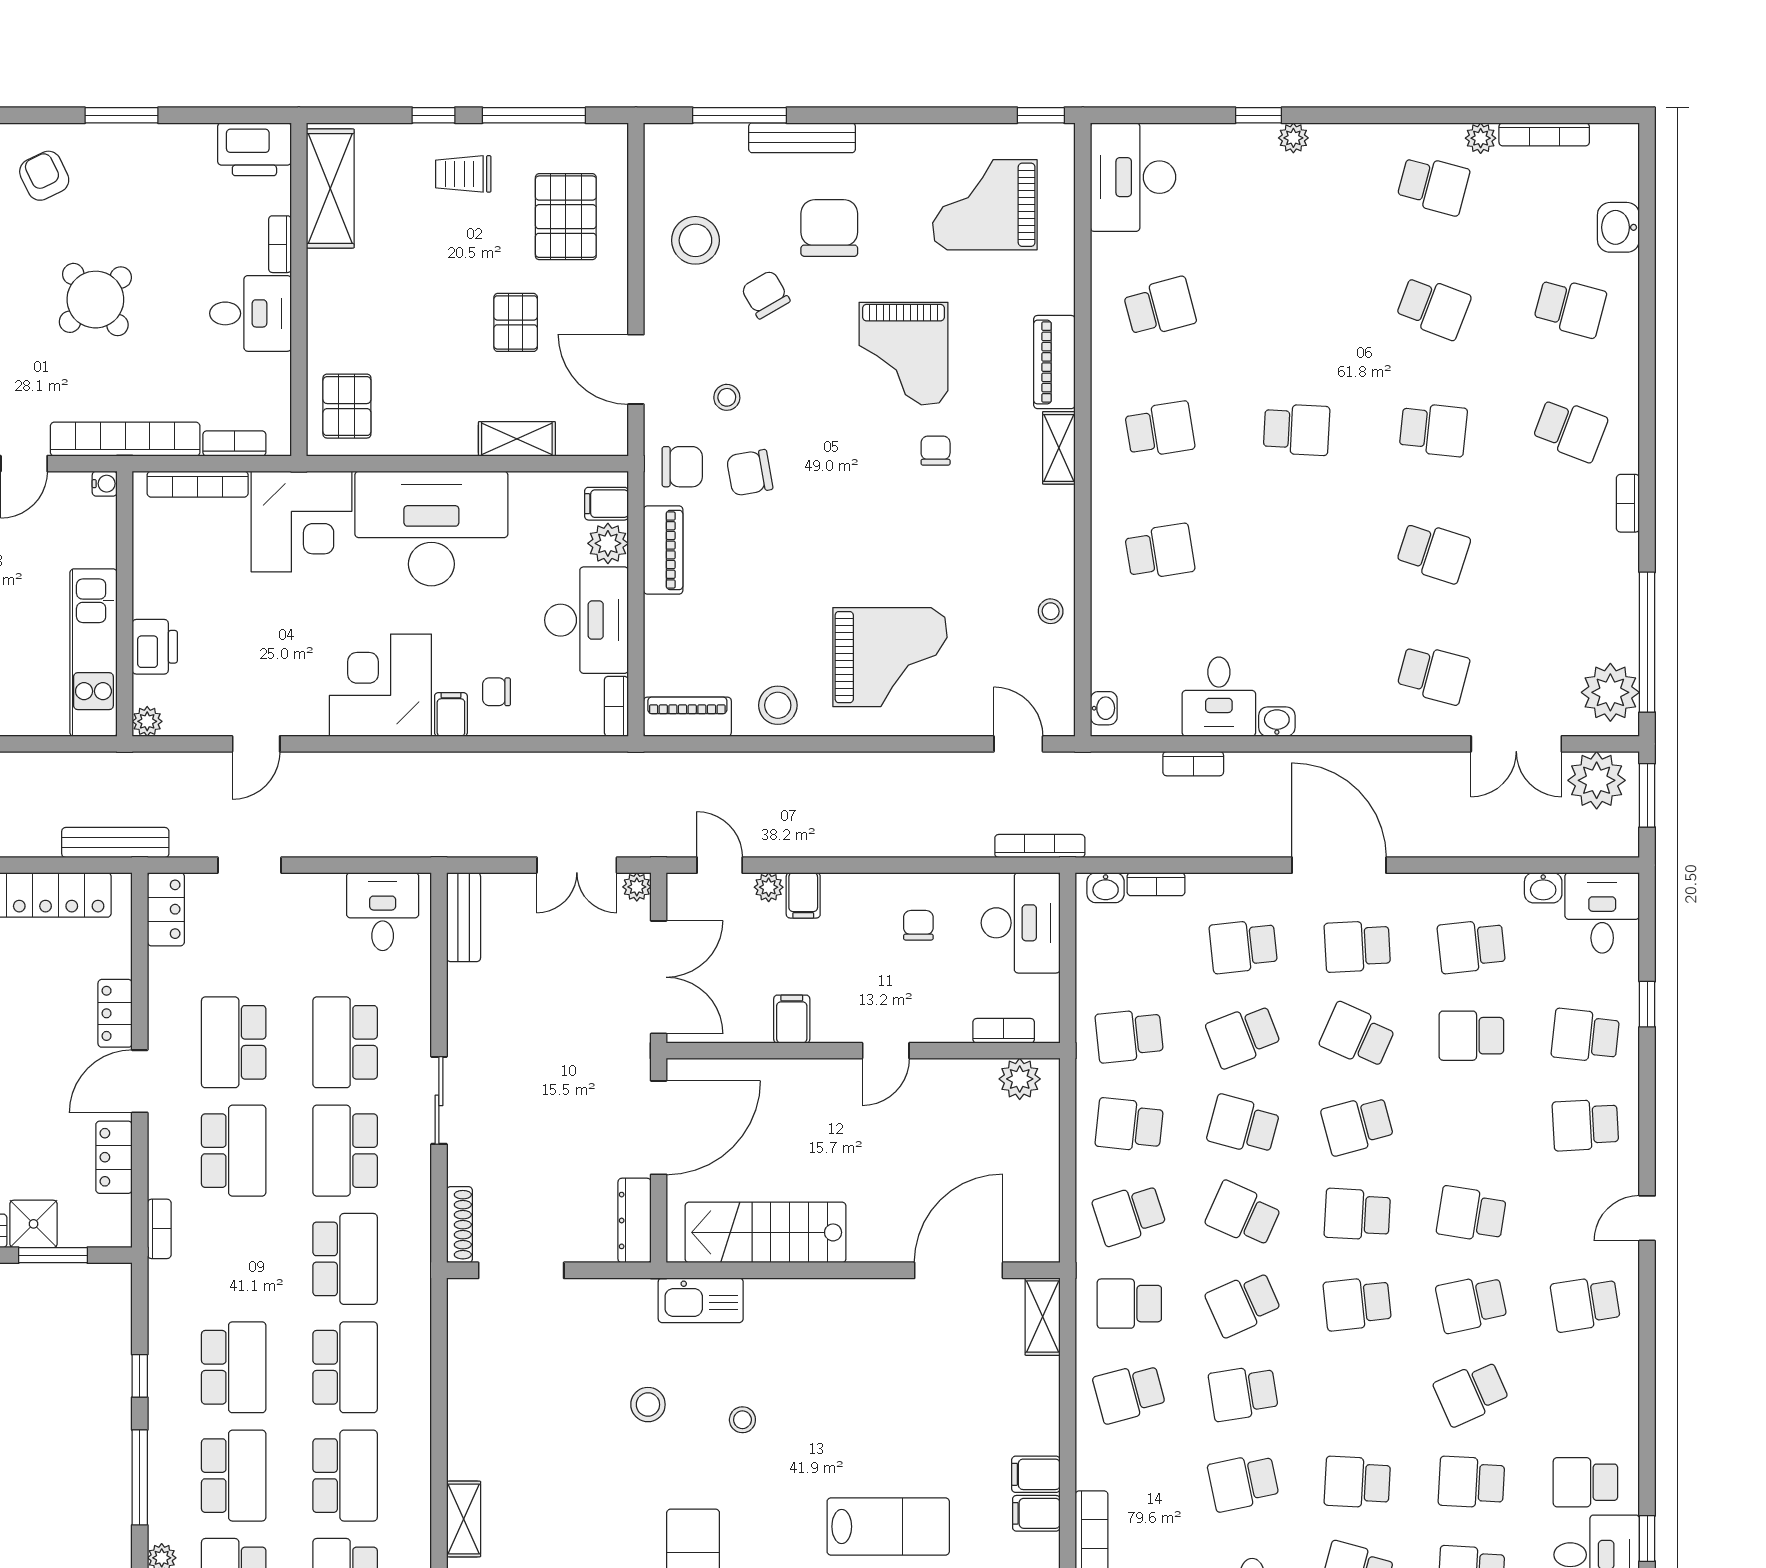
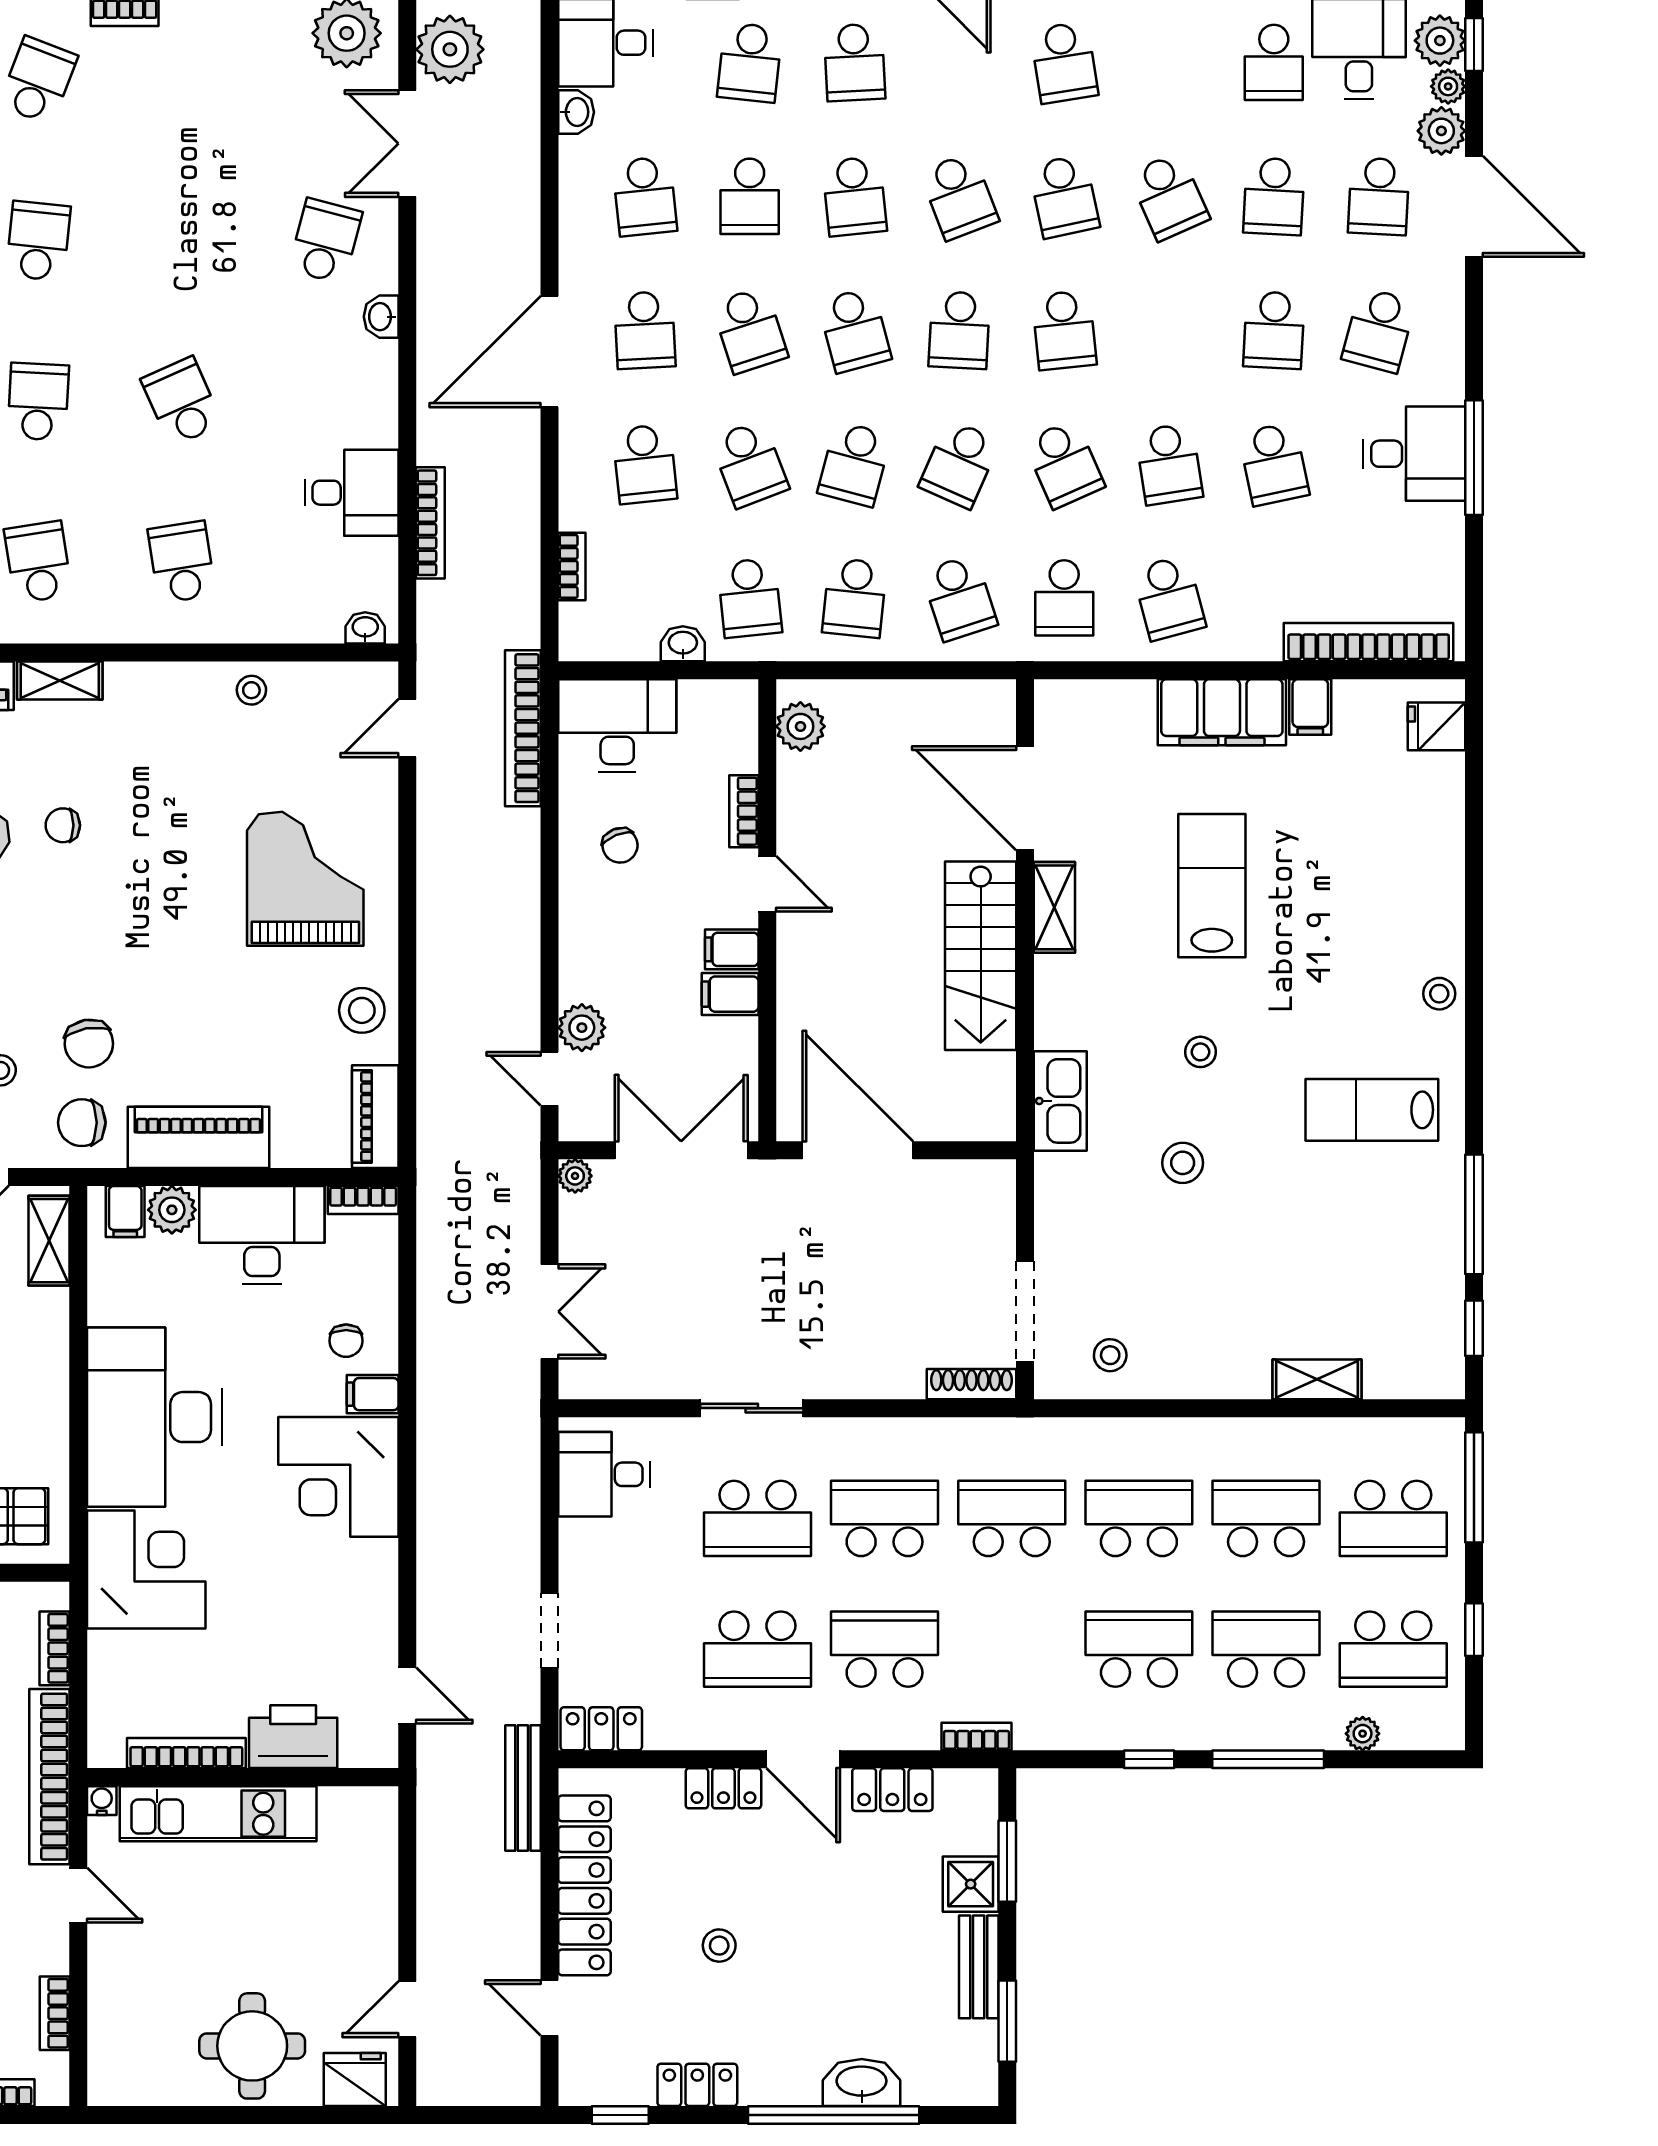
shelving: (517, 439) -> (49, 1241), moved
chair: (682, 467) -> (82, 1123), turned -90
bookcase: (198, 484) -> (186, 1753), moved, turned -90
piano: (663, 550) -> (198, 1137), width x1.37, depth x1.33
school desk: (1433, 552) -> (182, 402), moved, turned -42
printer: (155, 647) -> (293, 1737), width x1.37, depth x1.19
kitchen unit: (93, 653) -> (218, 1814), moved
plant: (147, 721) -> (381, 1751), removed
washbasin: (1277, 722) -> (381, 317), moved
door: (256, 744) -> (407, 1696), moved
double door: (1516, 744) -> (407, 144), swing flipped
bookcase: (1193, 764) -> (430, 523), width x1.56
bookcase: (1040, 846) -> (523, 728), width x1.48, depth x1.31
double door: (577, 865) -> (549, 1312), moved
door: (720, 865) -> (549, 1079), hinge flipped
plant: (769, 887) -> (582, 1028), width x1.38, depth x1.38
washbasin: (1106, 888) -> (683, 644), moved, turned -90
filing cabinet: (803, 895) -> (732, 949), moved, turned 180
bench: (464, 917) -> (611, 1379), removed
chair: (918, 925) -> (620, 845), turned -112
bookcase: (1004, 1031) -> (744, 811), moved
school desk: (1357, 1036) -> (750, 330), turned -42
sliding door: (439, 1100) -> (752, 1408), moved
school desk: (1471, 1125) -> (854, 196), added
school desk: (345, 1151) -> (885, 1518), turned 180
school desk: (1471, 1214) -> (959, 196), turned -30
dresser: (635, 1220) -> (967, 1179), removed
stairs: (766, 1232) -> (981, 956), moved
shelving: (1043, 1317) -> (1054, 907), moved, turned 90
stool: (484, 1343) -> (1110, 1355), added
filing cabinet: (1036, 1474) -> (1222, 712), width x3.00, depth x1.17
lab bench: (888, 1527) -> (1212, 886), moved

